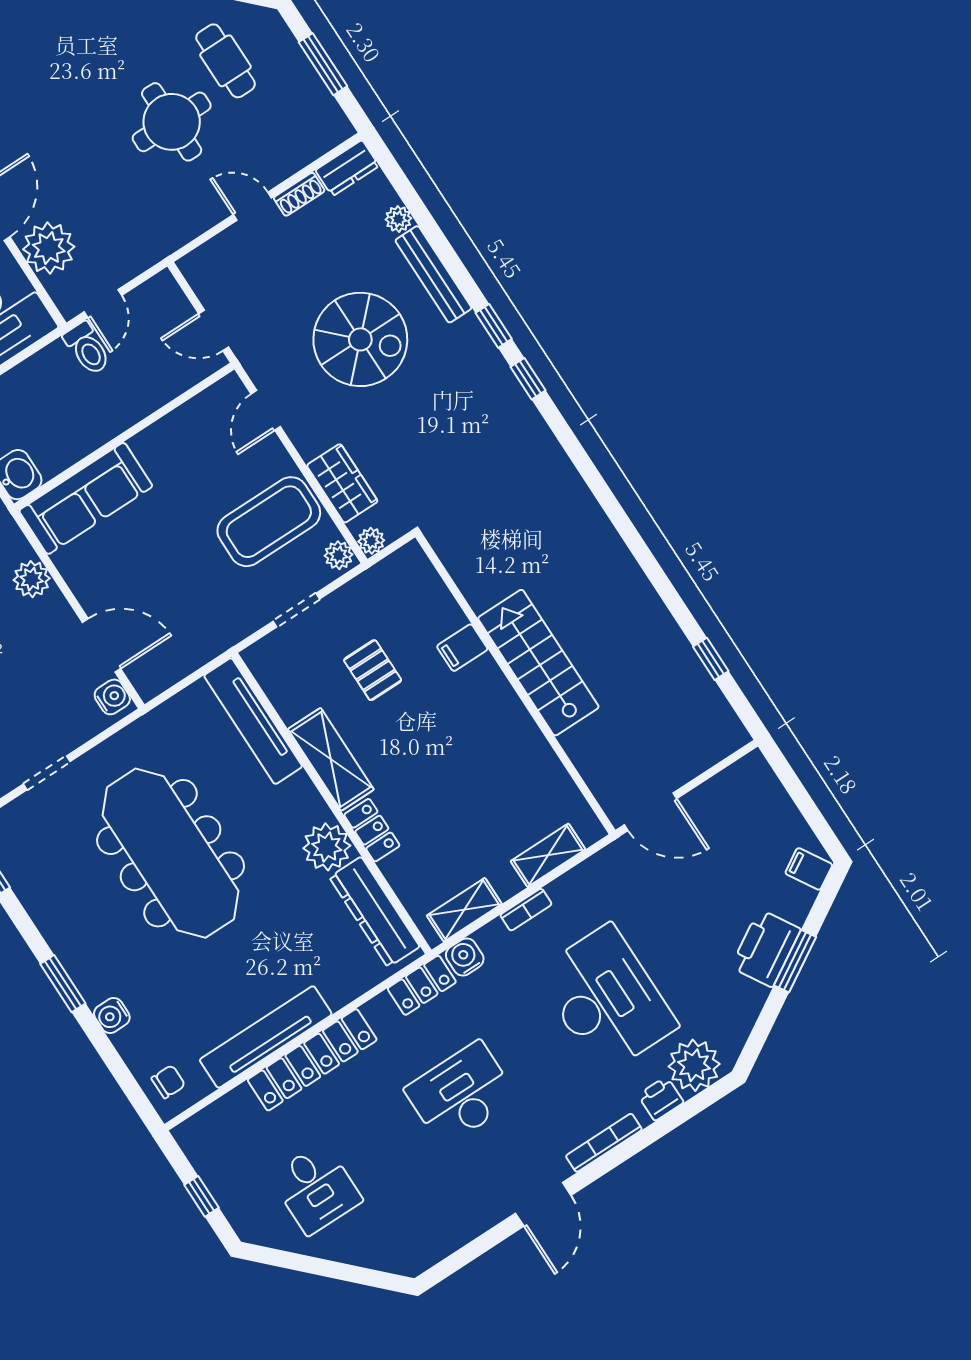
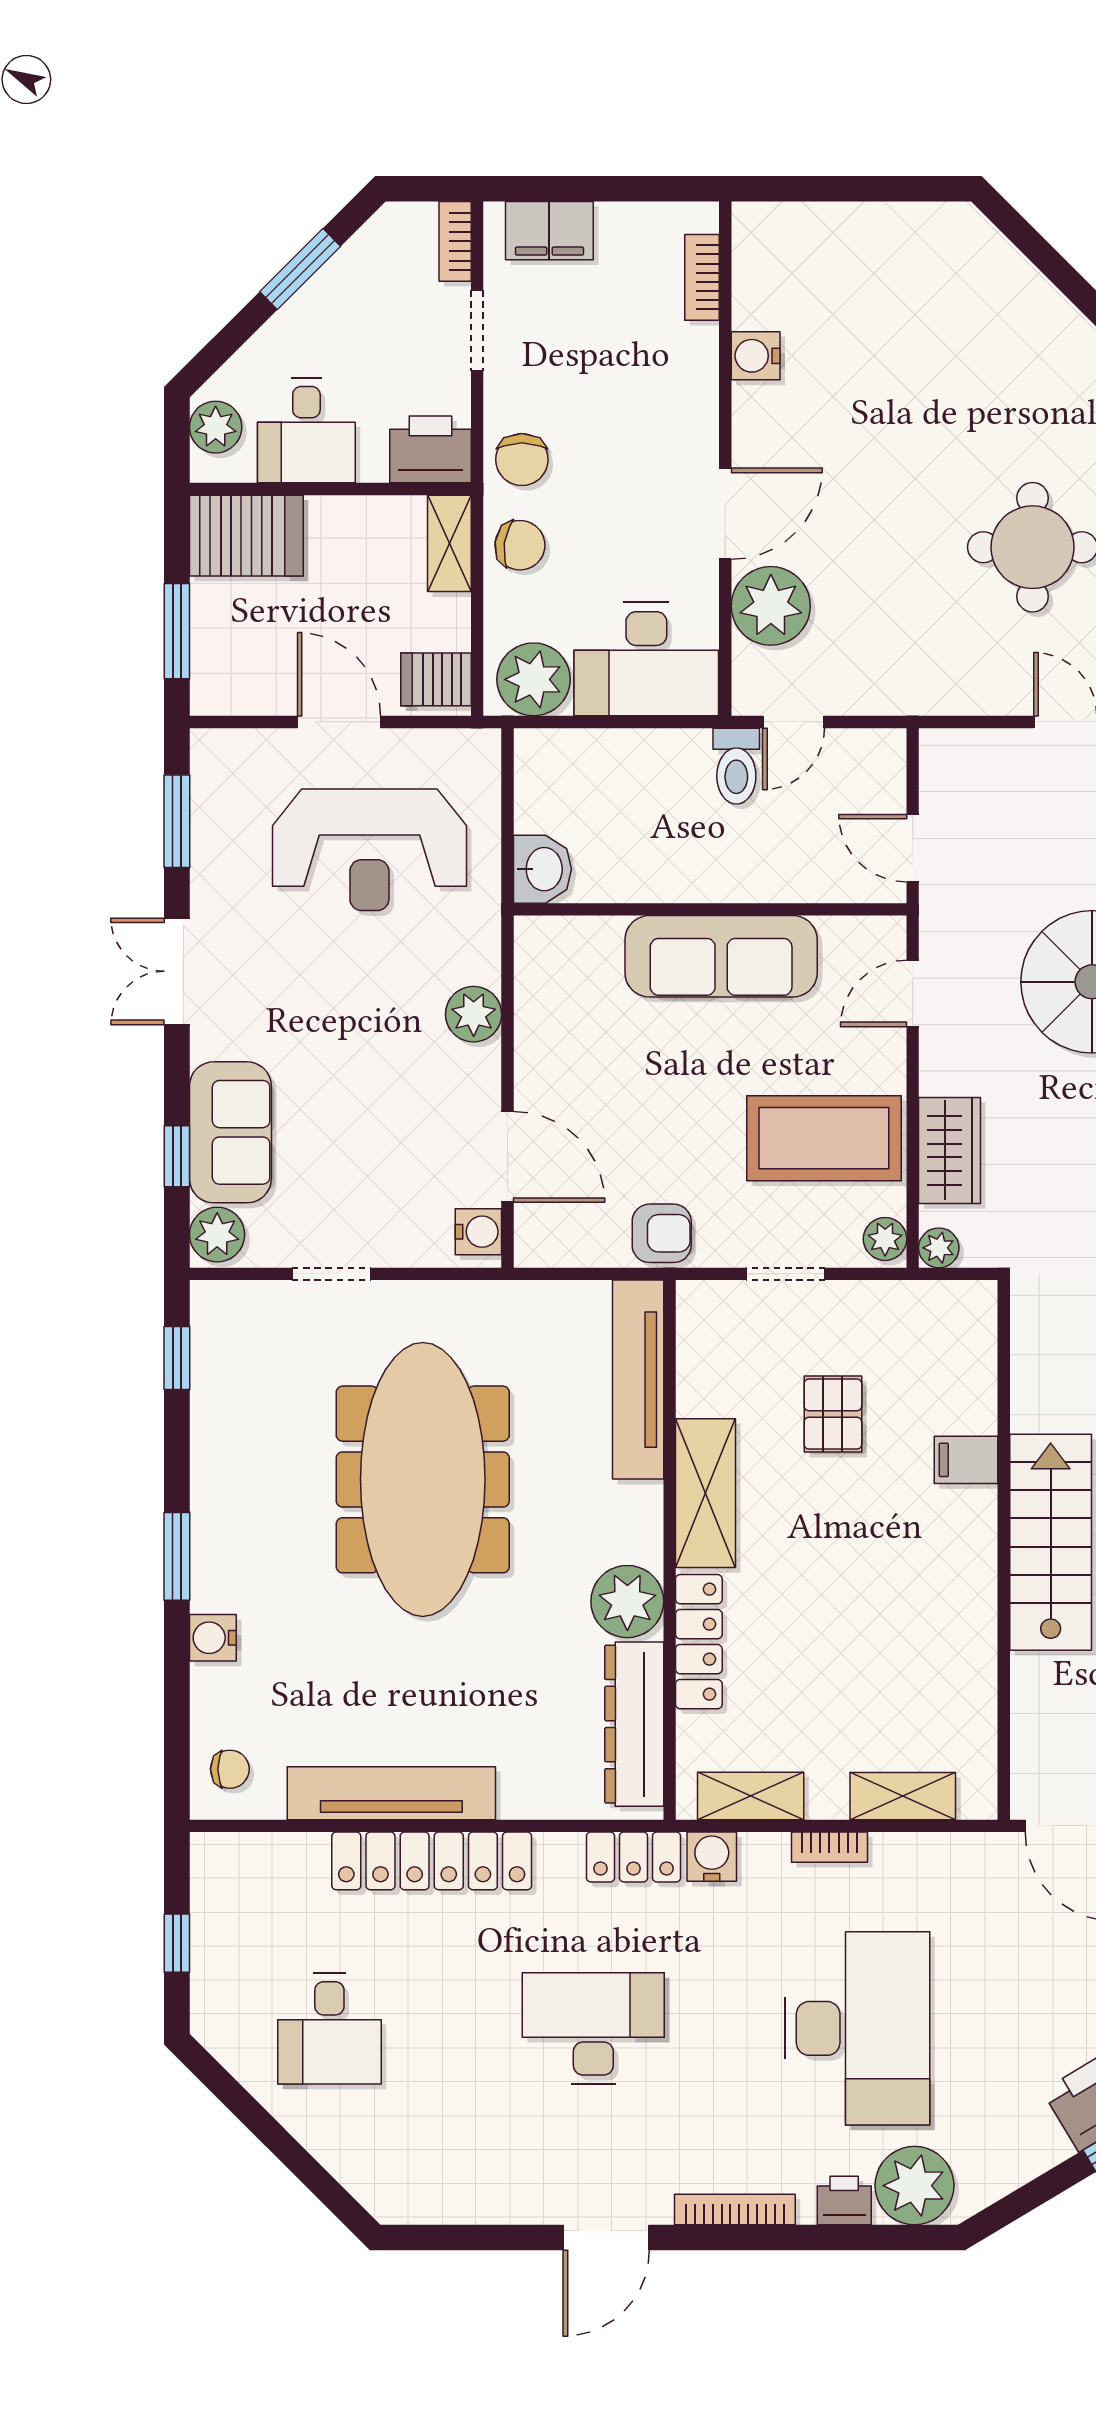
sofa: (86, 498) -> (721, 956), moved
armchair: (214, 632) -> (662, 1233), added
locker: (372, 830) -> (699, 1642), width x1.53

